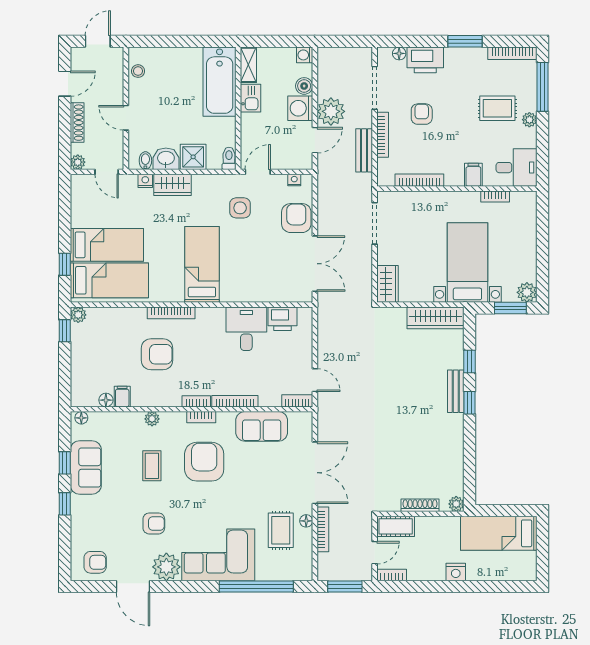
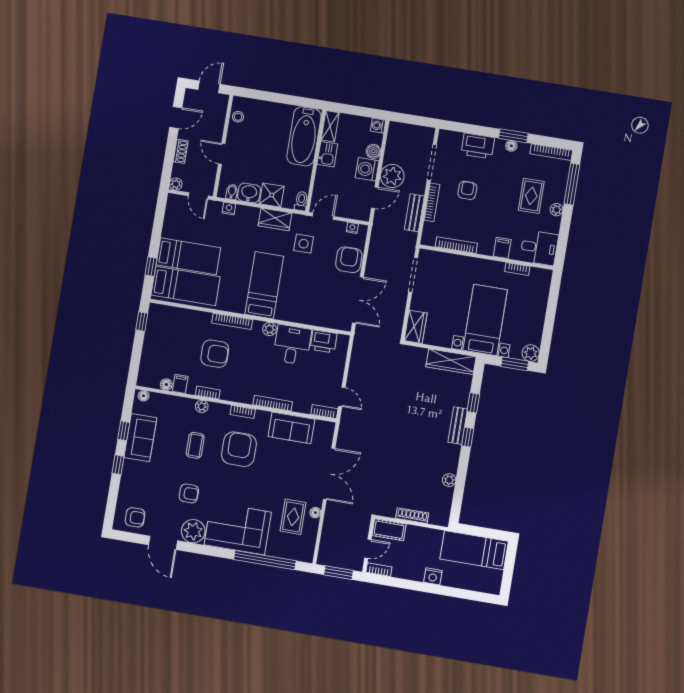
floor lamp: (399, 53) -> (511, 146), moved
rug: (497, 108) -> (531, 196), turned 90
shoe rack: (77, 123) -> (181, 151), width x0.70
wardrobe: (172, 185) -> (275, 219), moved
plant: (78, 315) -> (269, 329), moved
bookcase: (196, 401) -> (208, 393), moved
plant: (456, 504) -> (449, 480), moved
bookcase: (323, 529) -> (328, 522), removed

